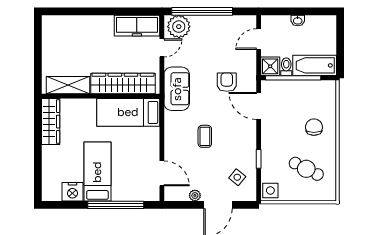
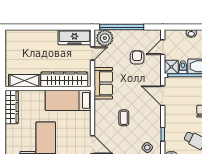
armchair: (227, 82) -> (137, 57), moved

